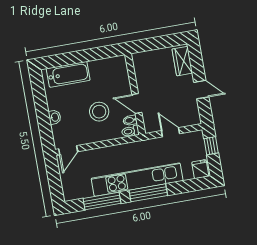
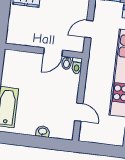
stool: (99, 112) -> (50, 89), removed
door: (68, 150) -> (79, 112), moved

